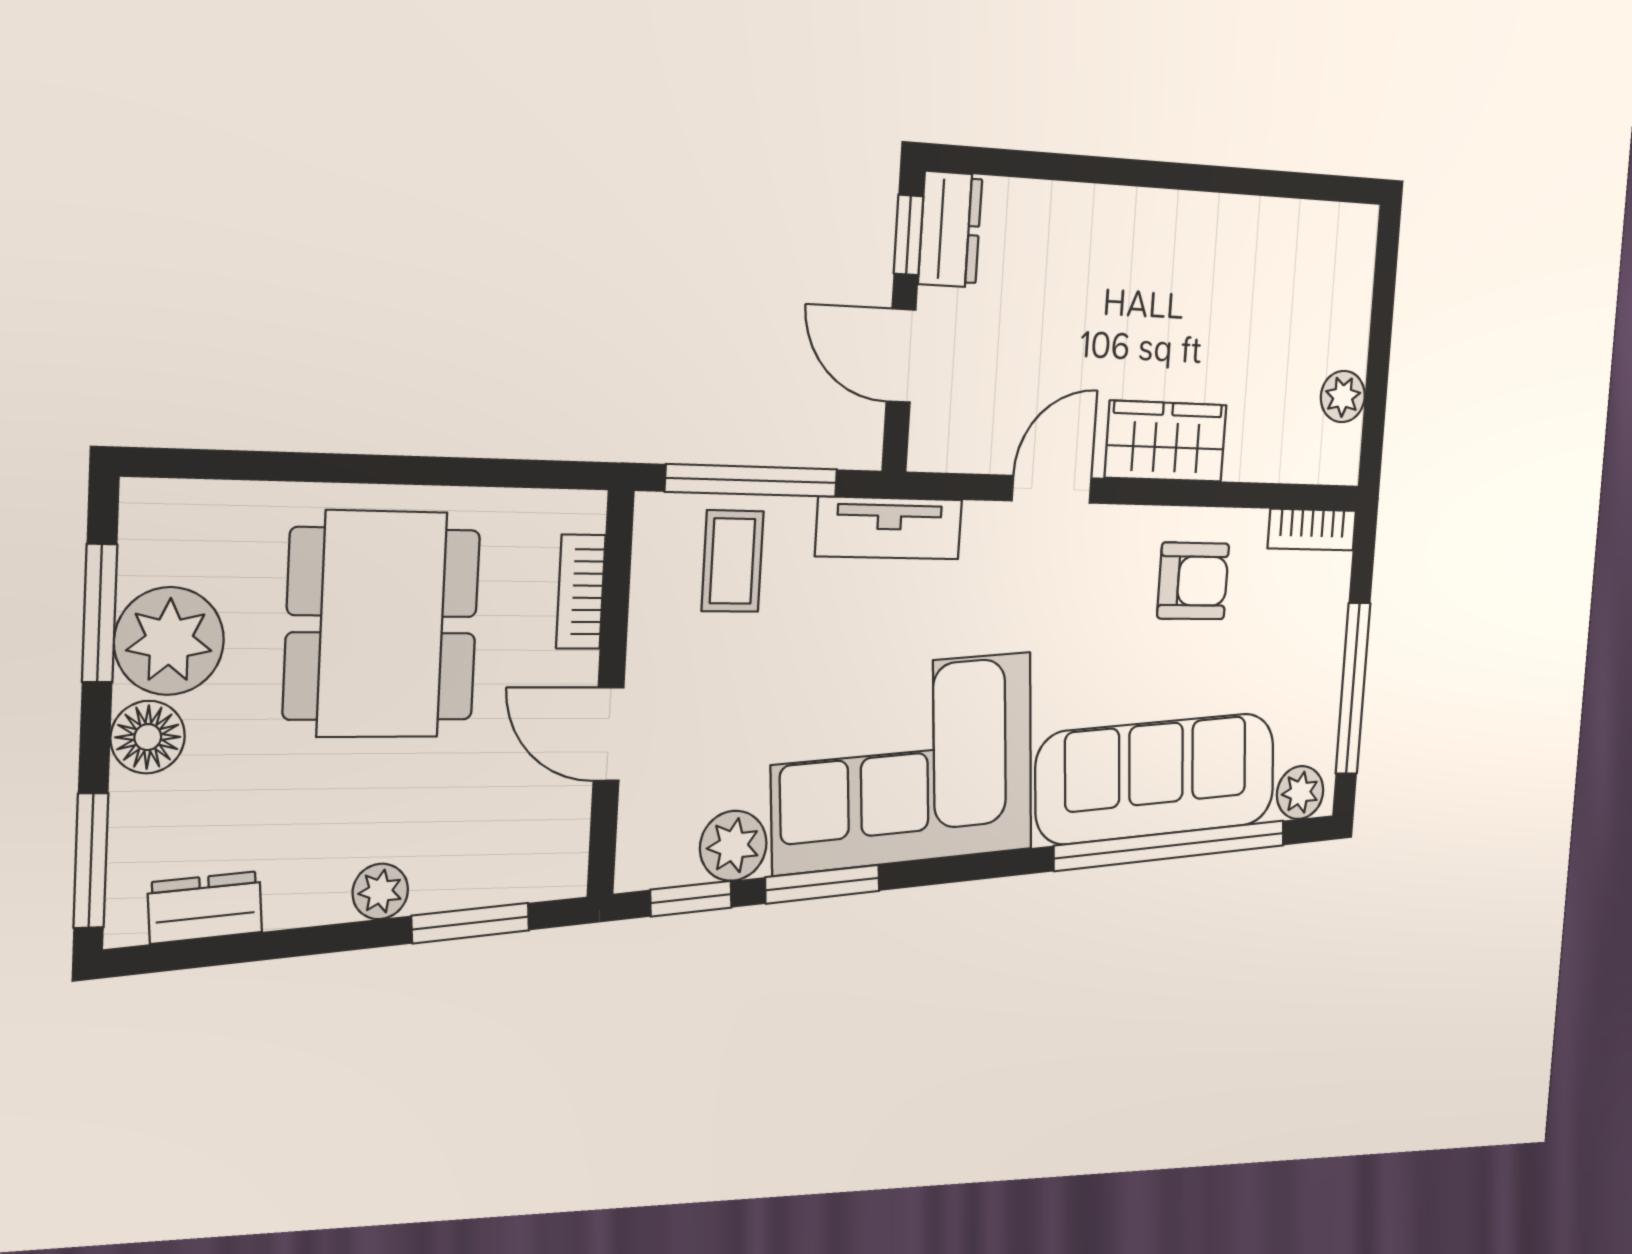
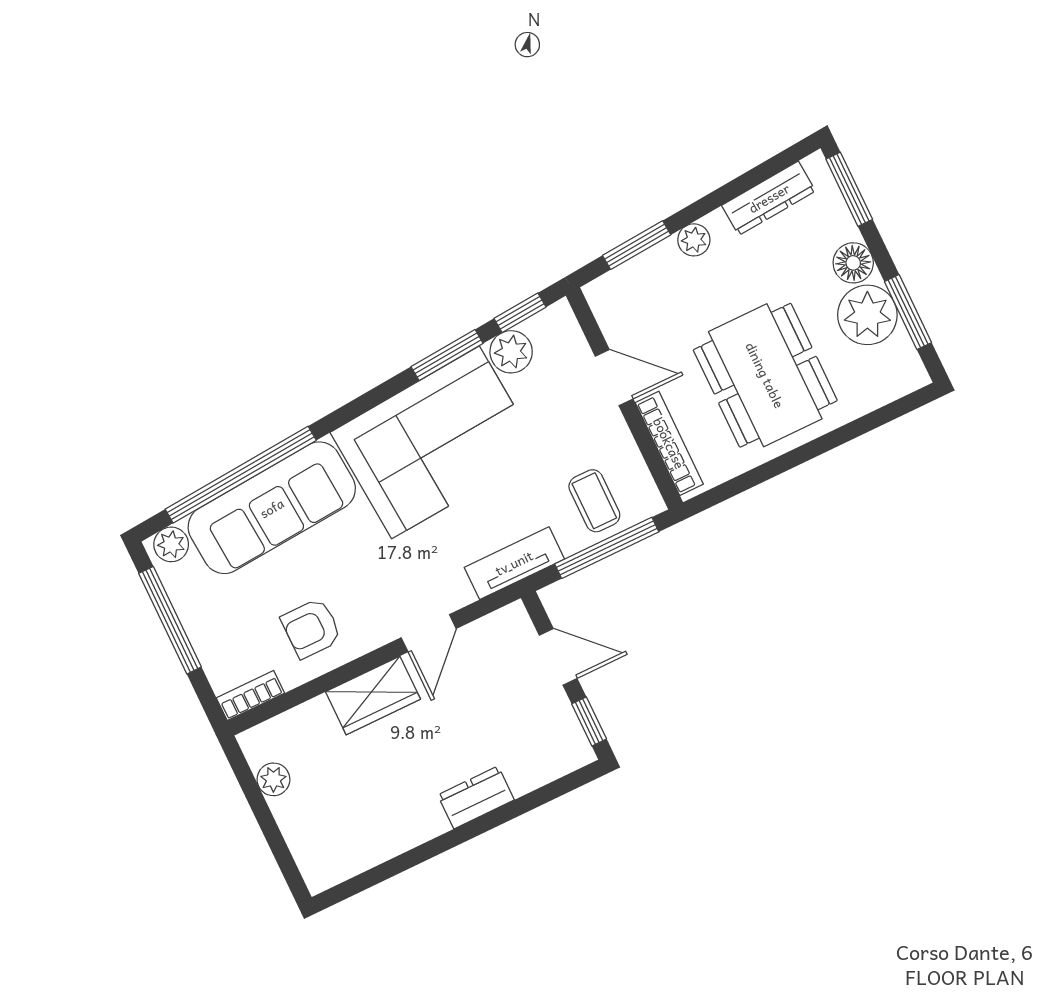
dresser: (950, 229) -> (476, 797), moved, turned 90
bookcase: (581, 592) -> (669, 443), width x1.56
dresser: (205, 907) -> (769, 198), width x1.44

